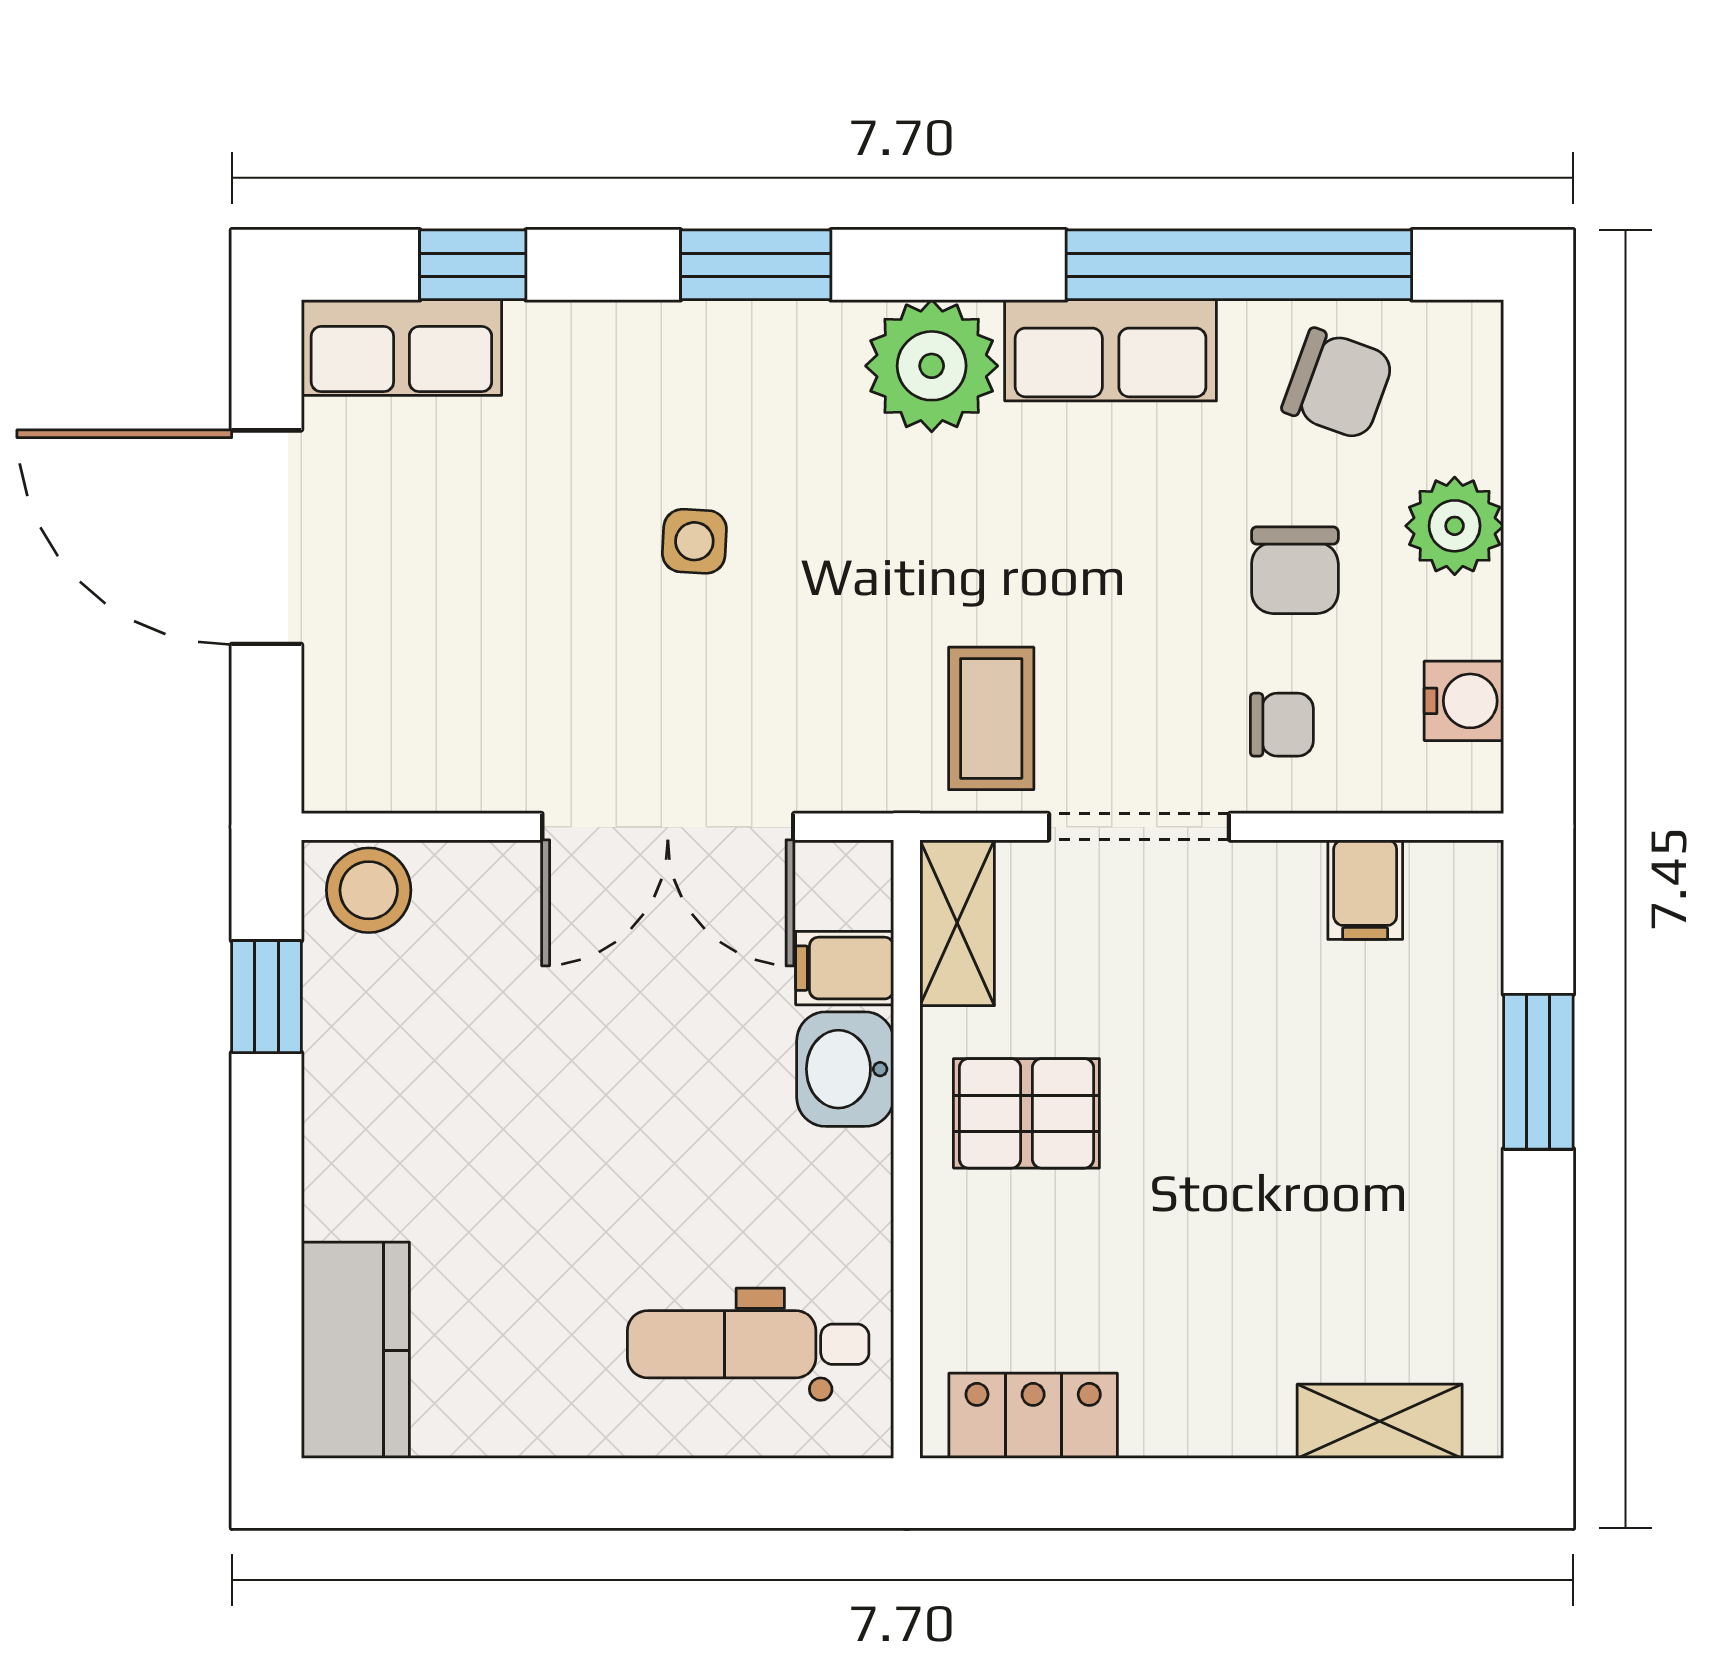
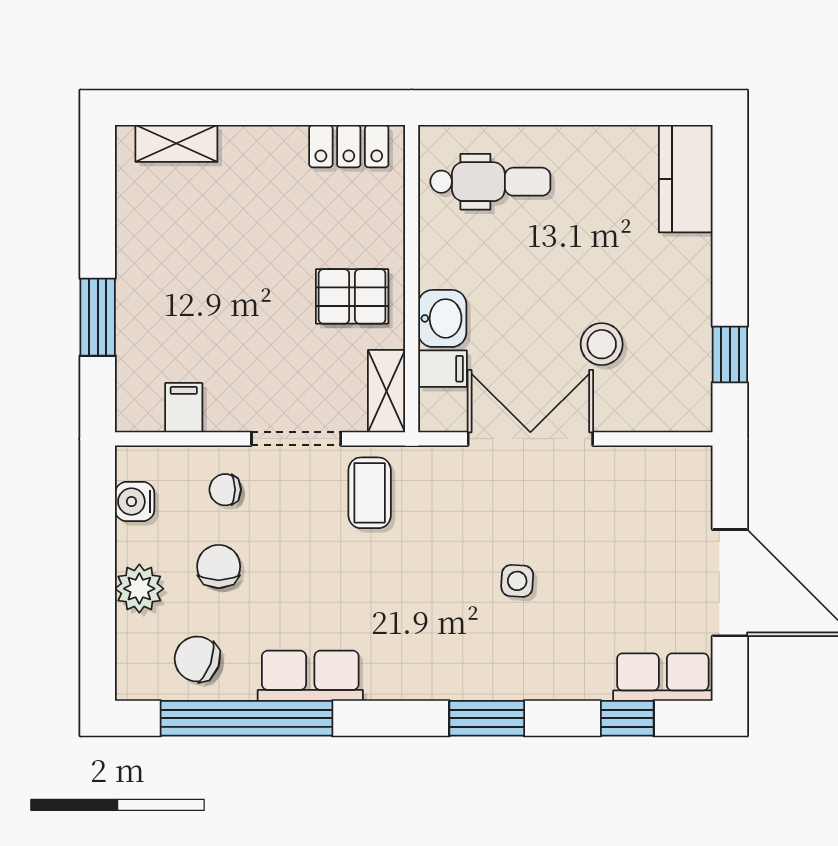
plant: (932, 366) -> (399, 668), removed
stool: (369, 890) -> (602, 344), moved

